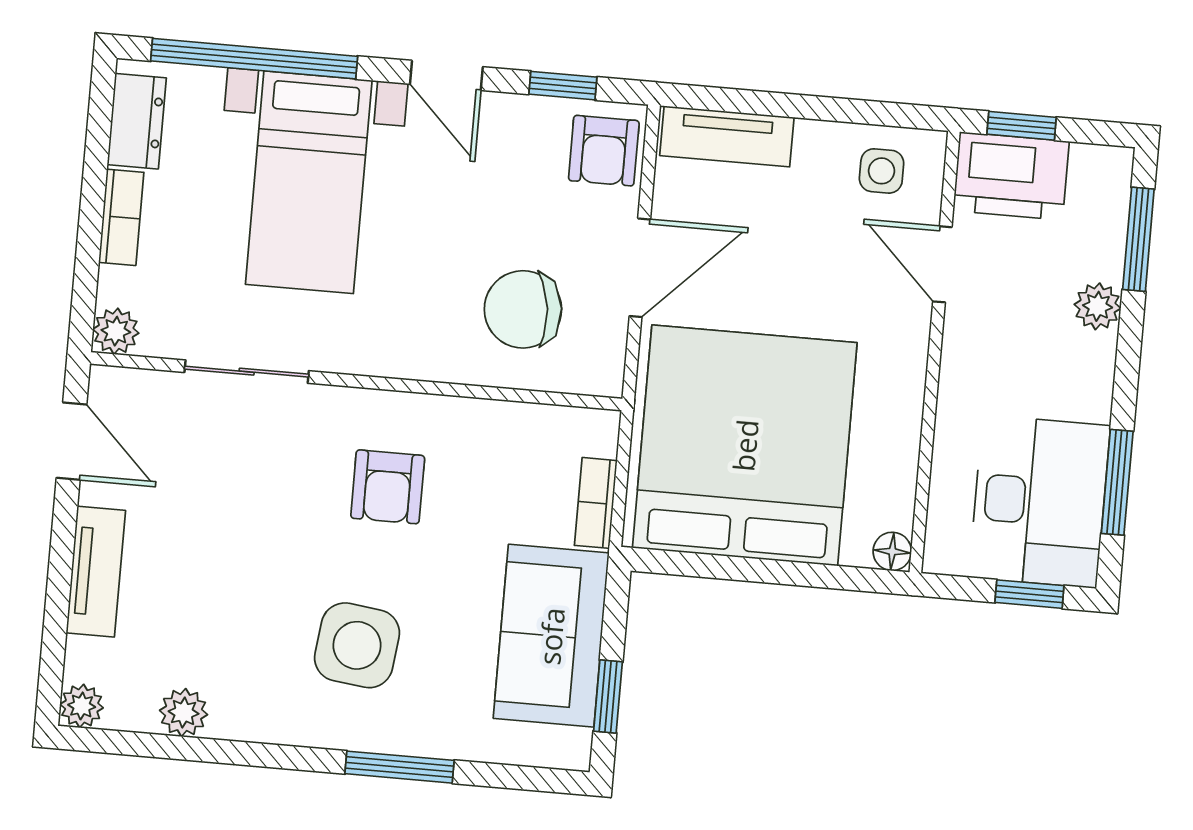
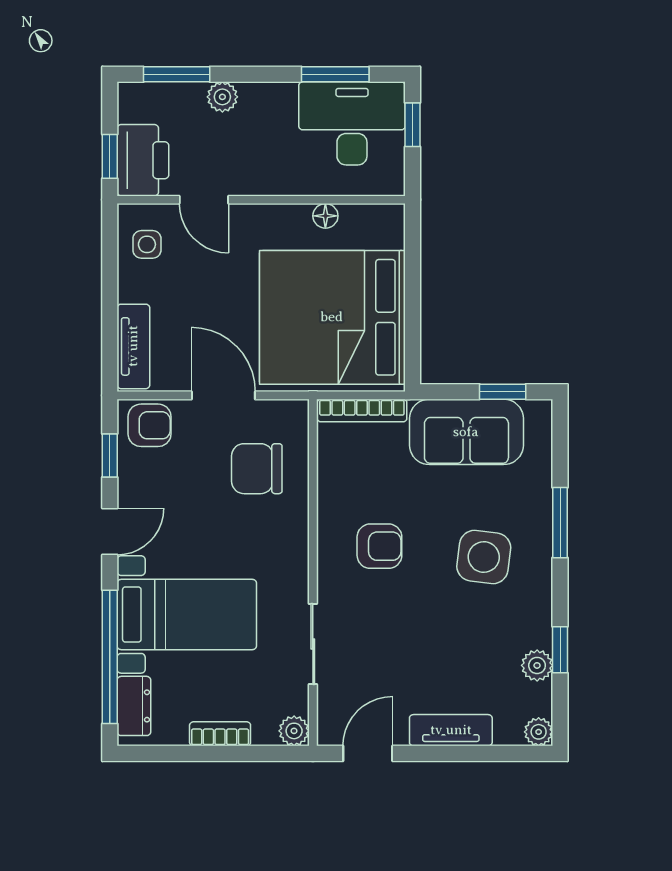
dresser: (137, 121) -> (134, 706), moved, turned 90
door: (942, 264) -> (204, 200), hinge flipped
chair: (523, 309) -> (257, 469), turned 96
bookcase: (596, 503) -> (362, 411), width x1.56
floor lamp: (892, 551) -> (325, 216), moved
window: (205, 750) -> (560, 650), added

